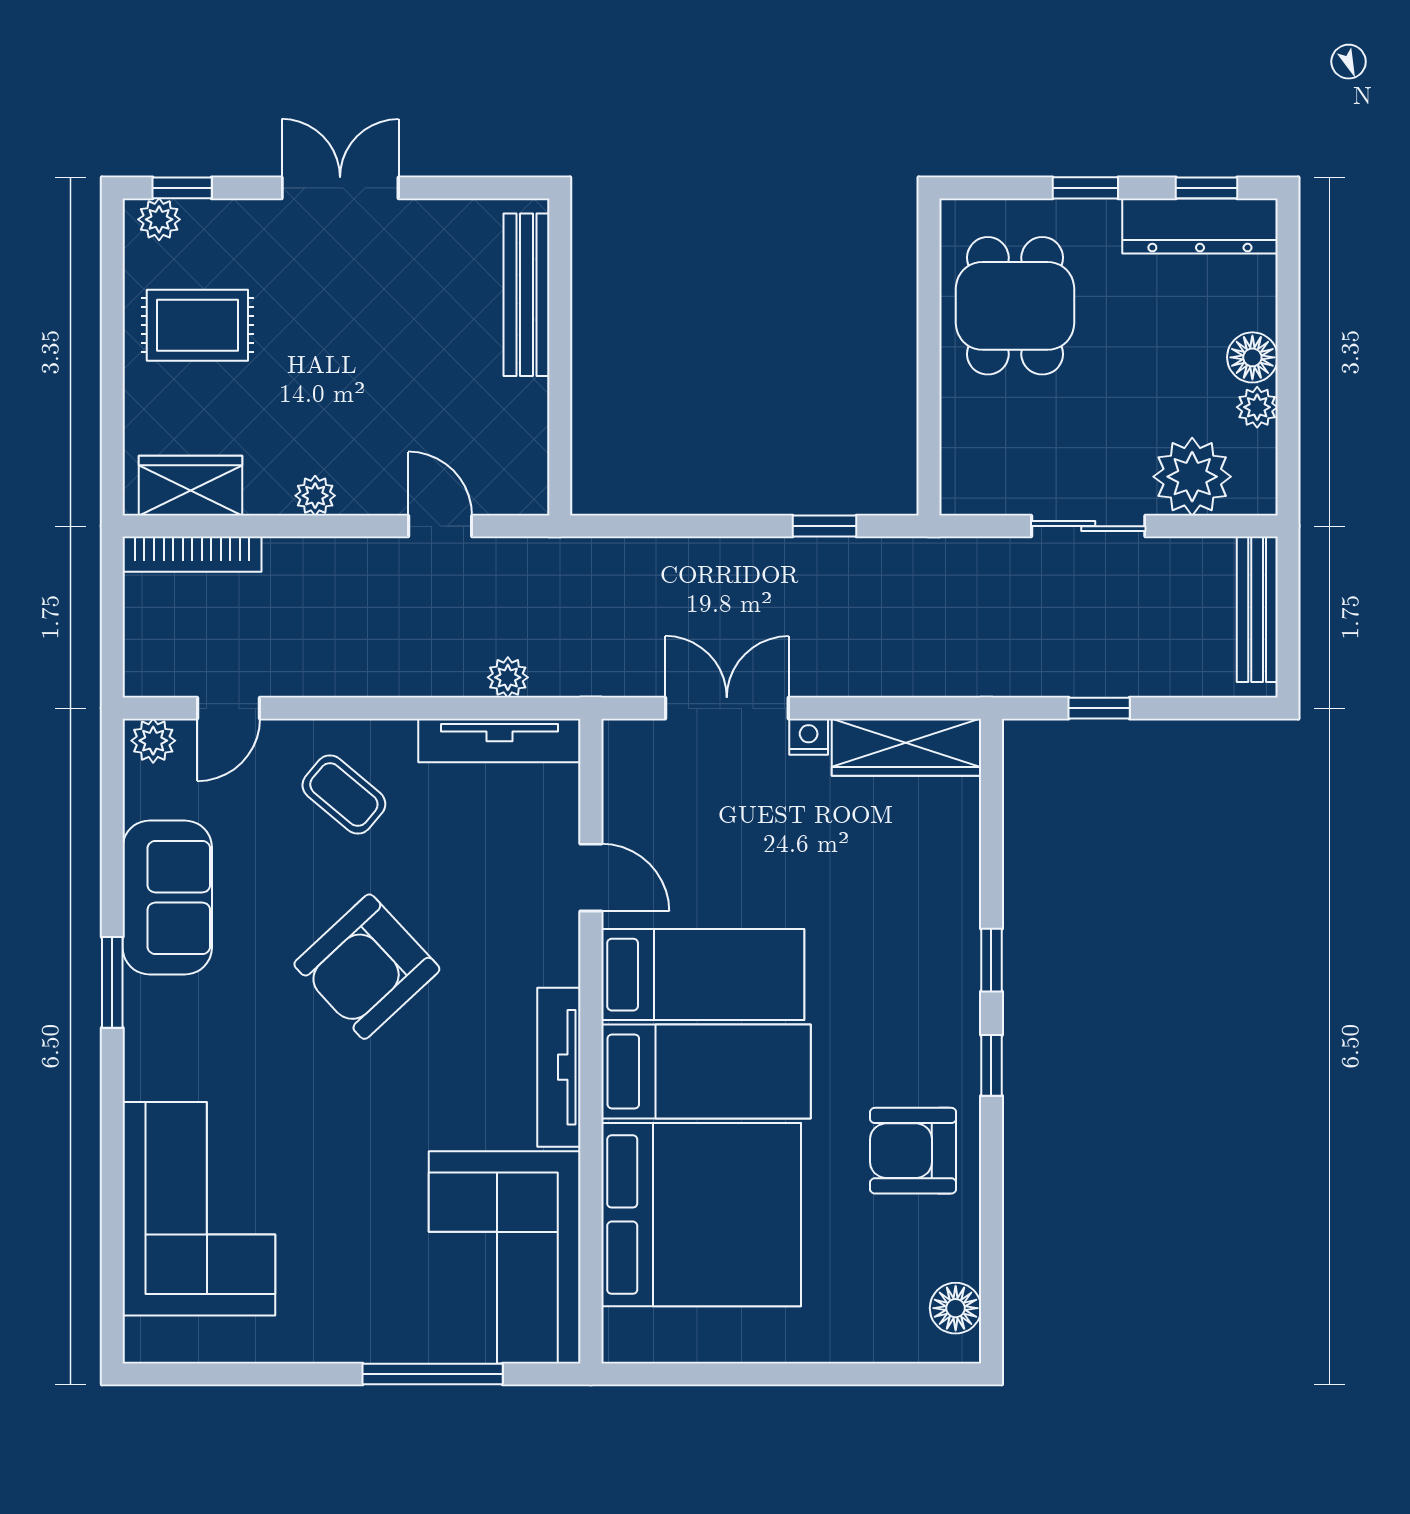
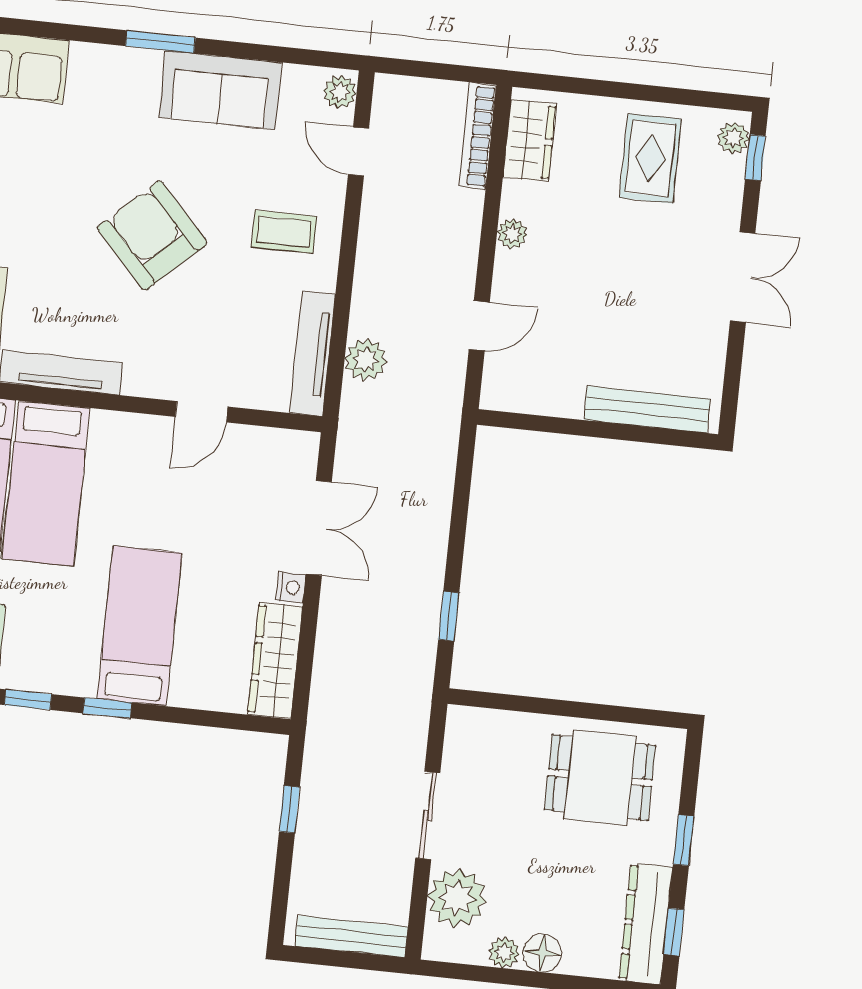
plant: (508, 677) -> (366, 360), width x1.38, depth x1.38
coffee table: (344, 794) -> (284, 232), turned 50
bed: (703, 975) -> (140, 626), moved, turned 180

